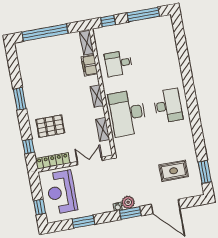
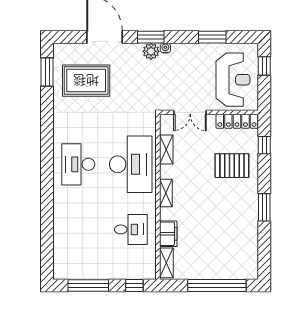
rug: (174, 171) -> (86, 81), width x1.36, depth x1.43

